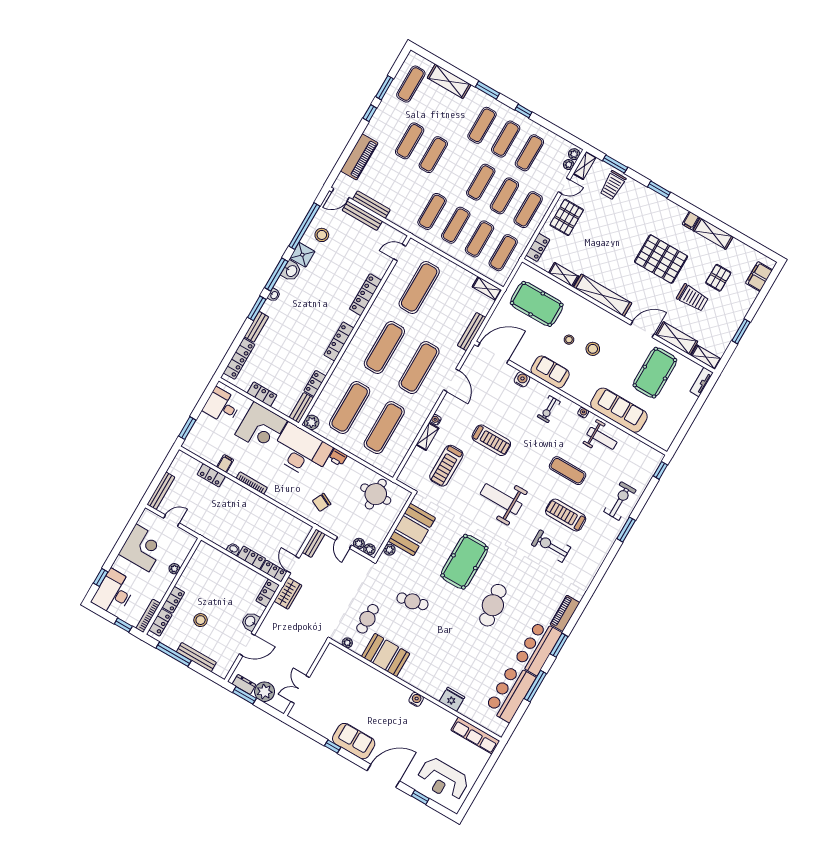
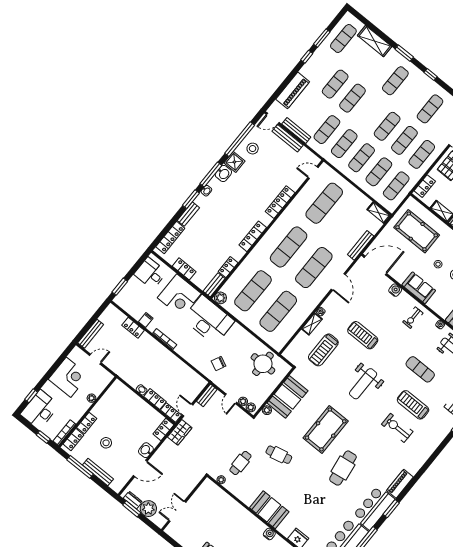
exercise mat: (506, 139) -> (327, 130), moved
treadmill: (491, 440) -> (363, 335), turned 180
printer: (338, 457) -> (237, 329), removed
weight bench: (501, 499) -> (363, 384), turned -90
booth: (386, 655) -> (269, 510), moved

